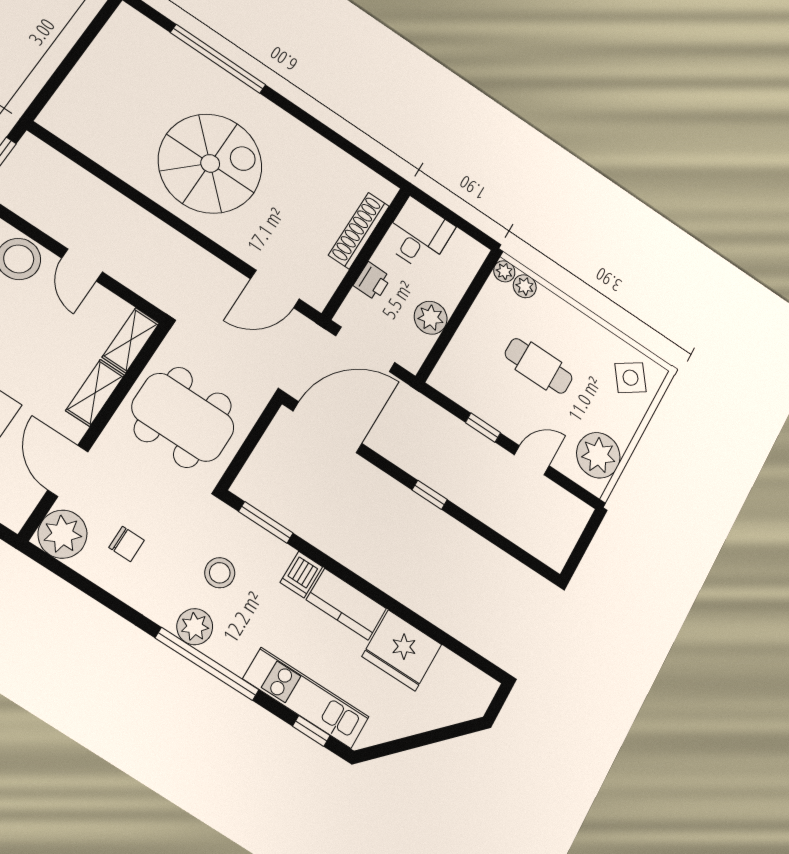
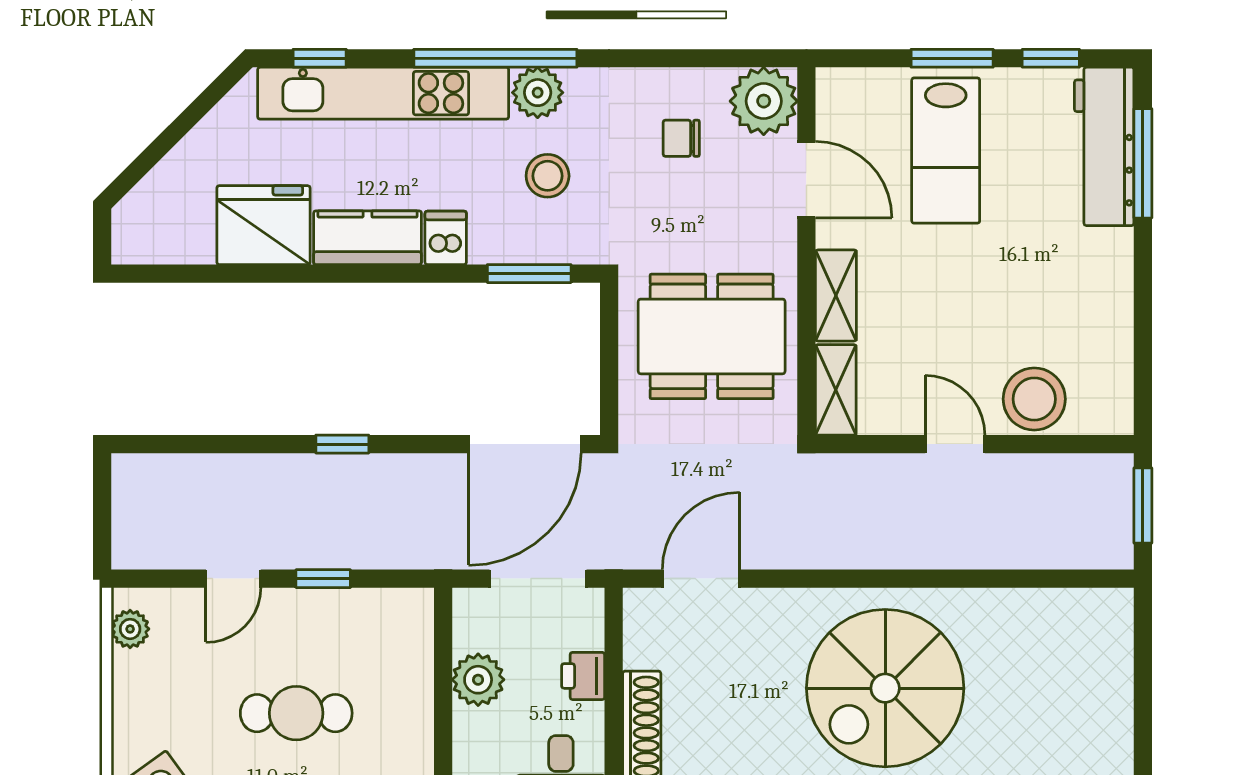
plant: (598, 455) -> (130, 629), width x0.53, depth x0.53
kitchen unit: (306, 698) -> (383, 93), width x1.36

